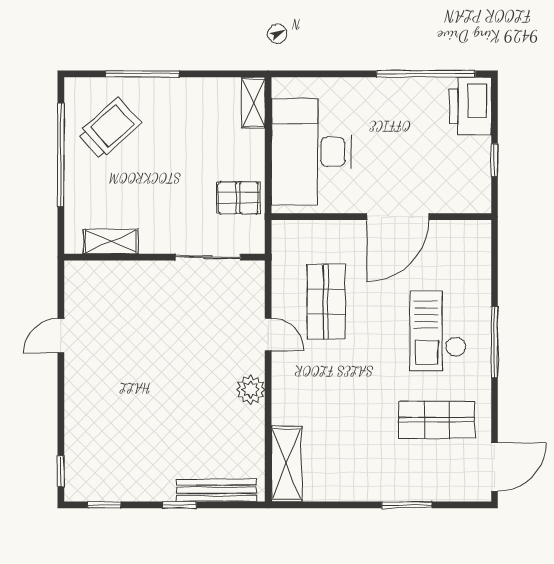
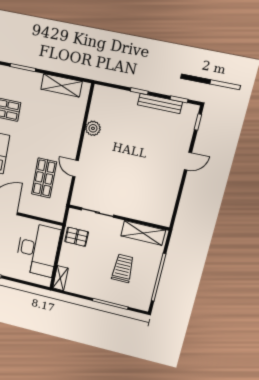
trolley: (109, 128) -> (123, 268), moved, turned 132
shelving: (111, 241) -> (143, 233), width x1.50, depth x1.33
door: (61, 336) -> (188, 161), moved
plant: (251, 390) -> (93, 128), moved
shelving: (287, 464) -> (61, 85), moved, turned 90
bench: (216, 490) -> (160, 103), moved

